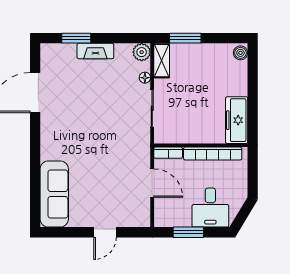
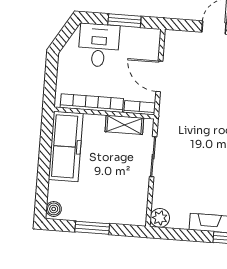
window: (185, 38) -> (92, 228), moved
shelving: (162, 61) -> (124, 125), moved, turned 90
floor lamp: (145, 78) -> (158, 190), removed
freezer: (237, 120) -> (66, 146), width x1.36, depth x1.26

